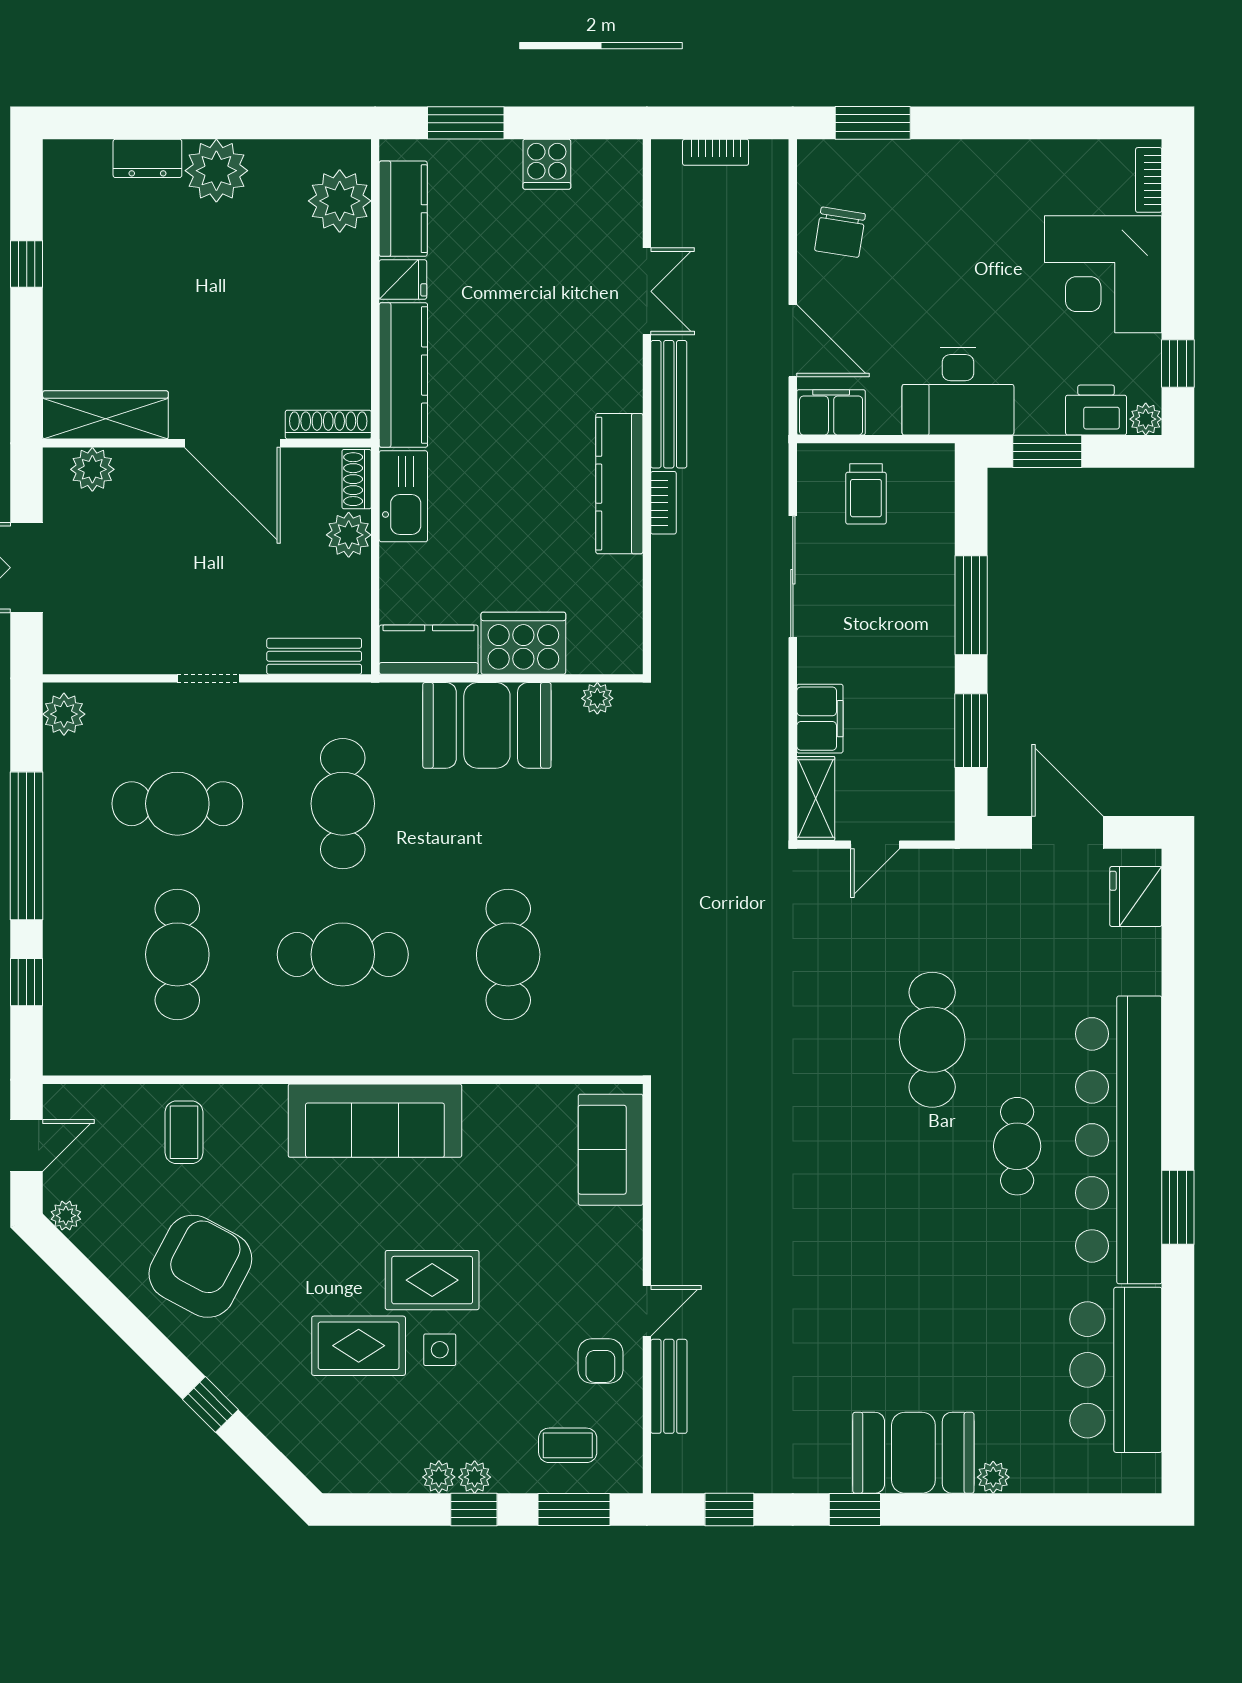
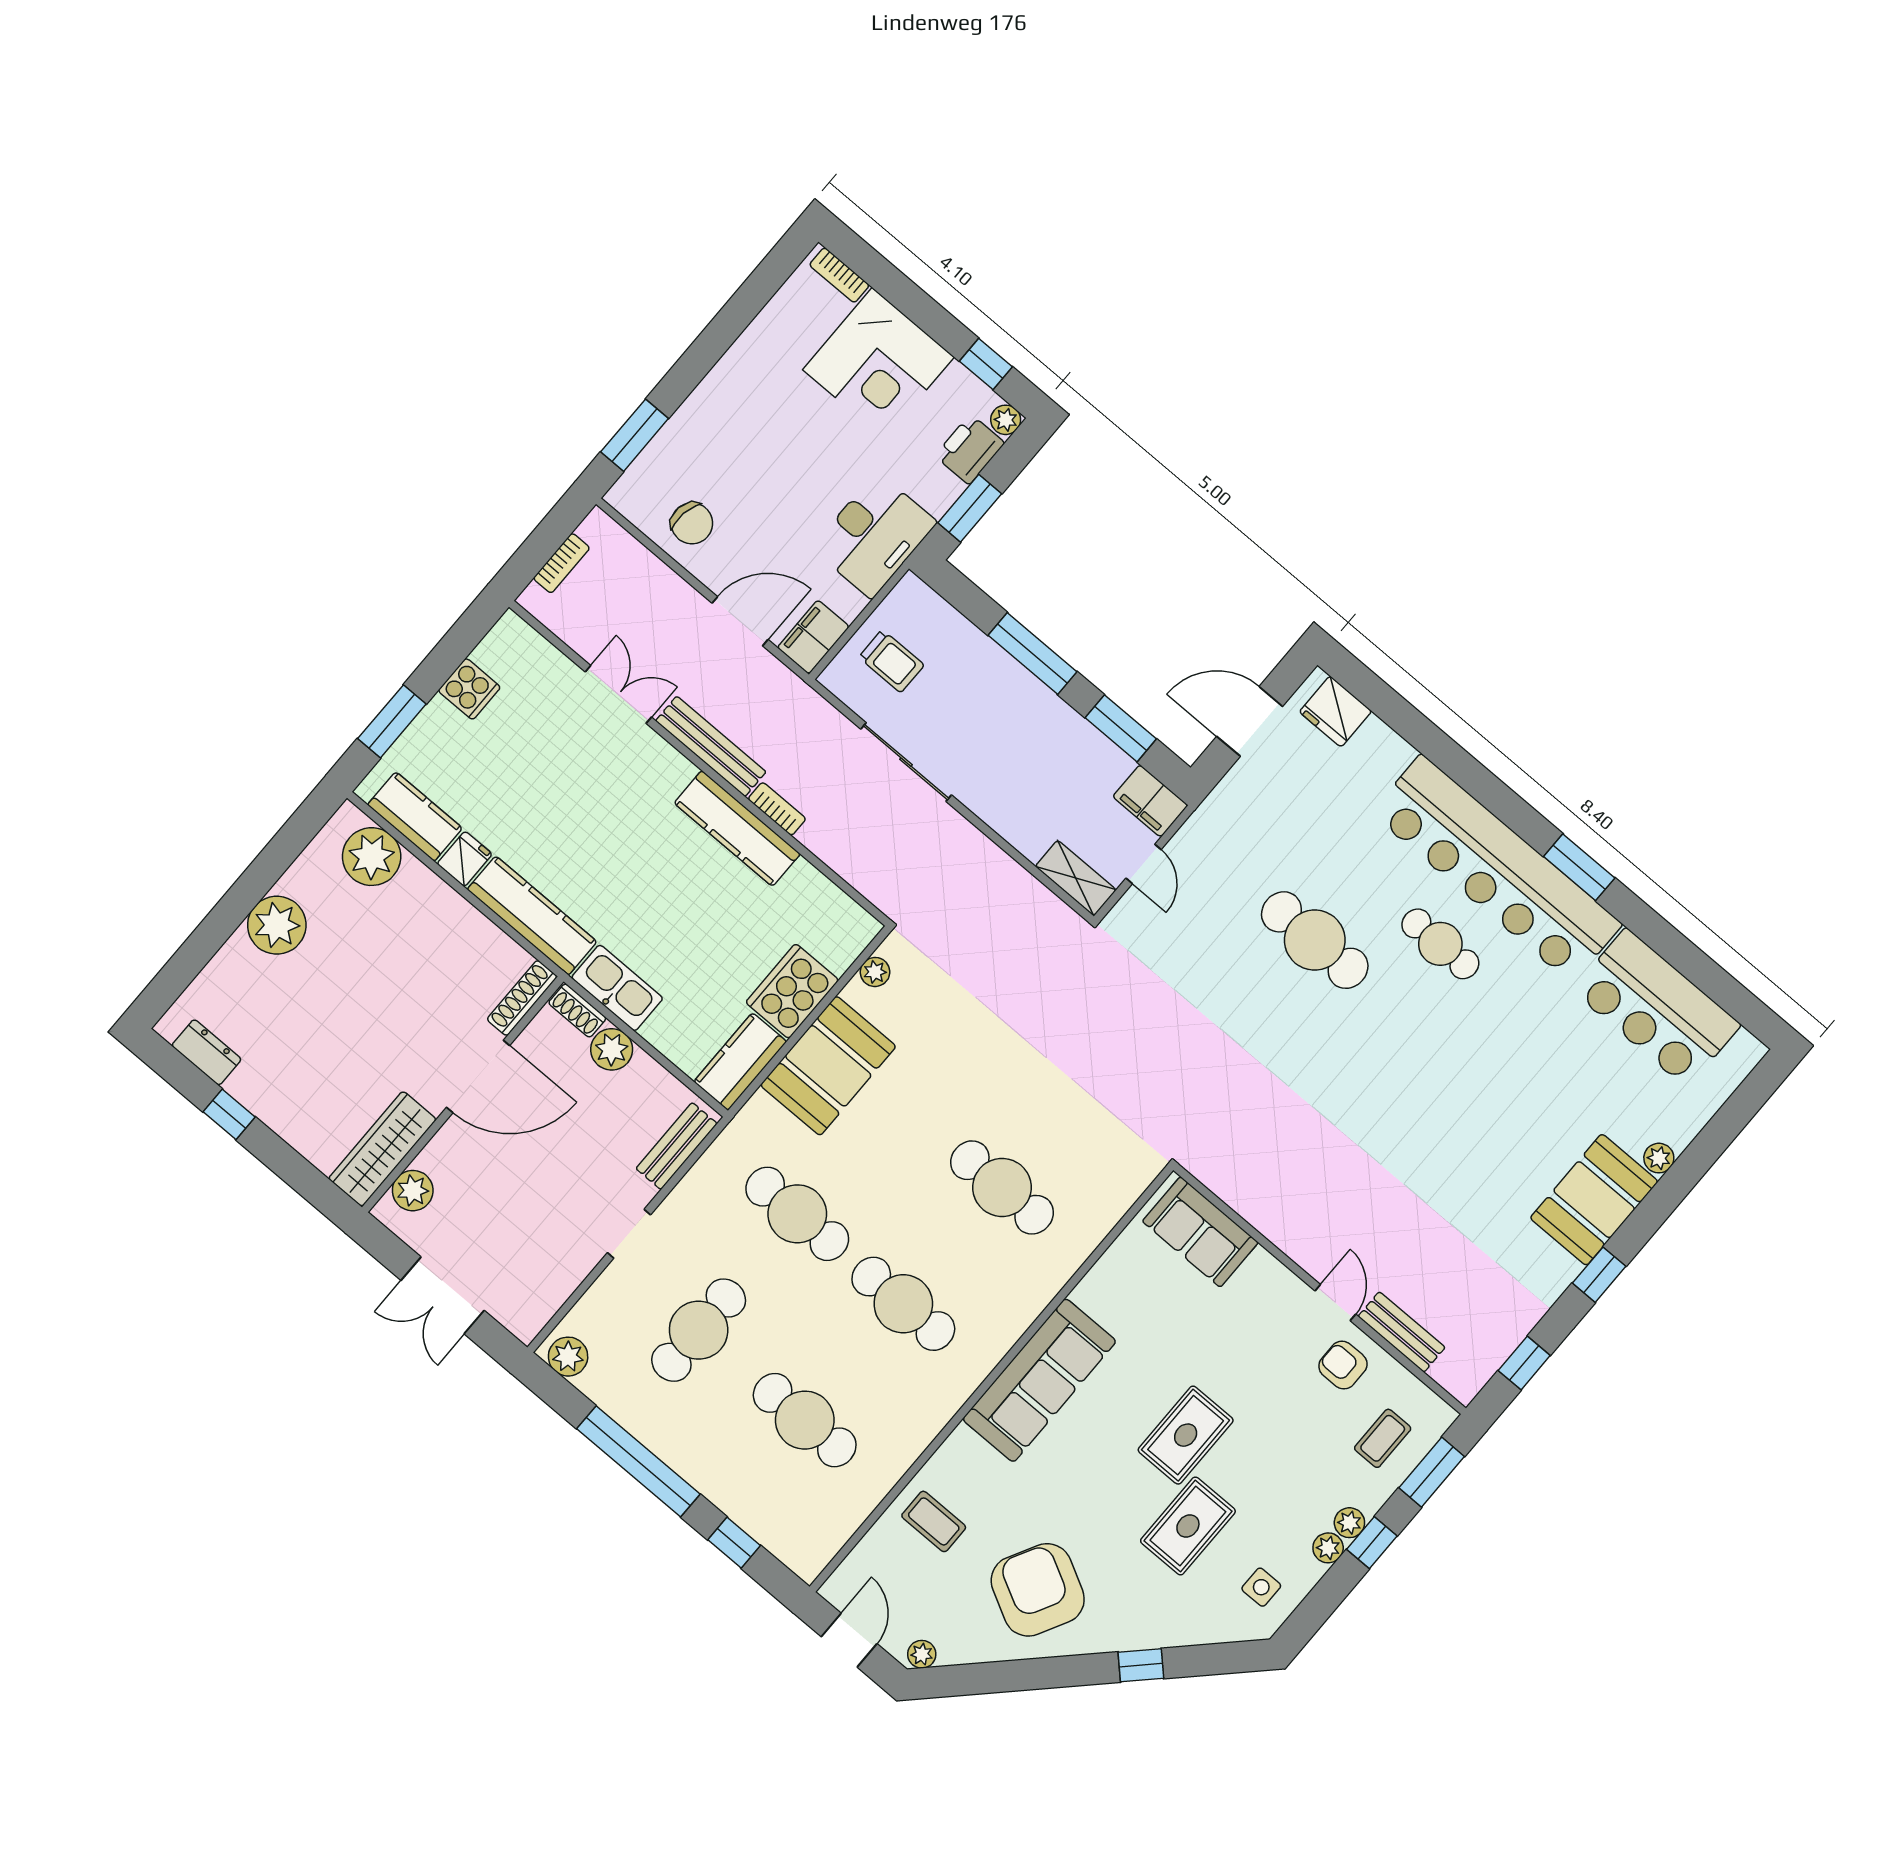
dresser: (147, 158) -> (207, 1052), moved, turned -90
filing cabinet: (820, 719) -> (1150, 801), moved, turned 180
cafe table: (343, 954) -> (903, 1304), turned 90
side table: (440, 1350) -> (1261, 1587), moved
armchair: (600, 1361) -> (1343, 1365), turned 180

